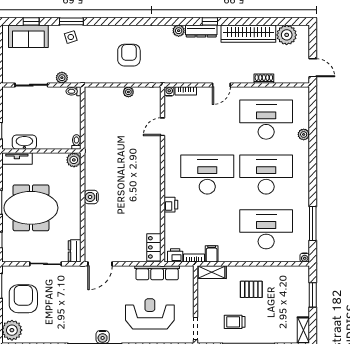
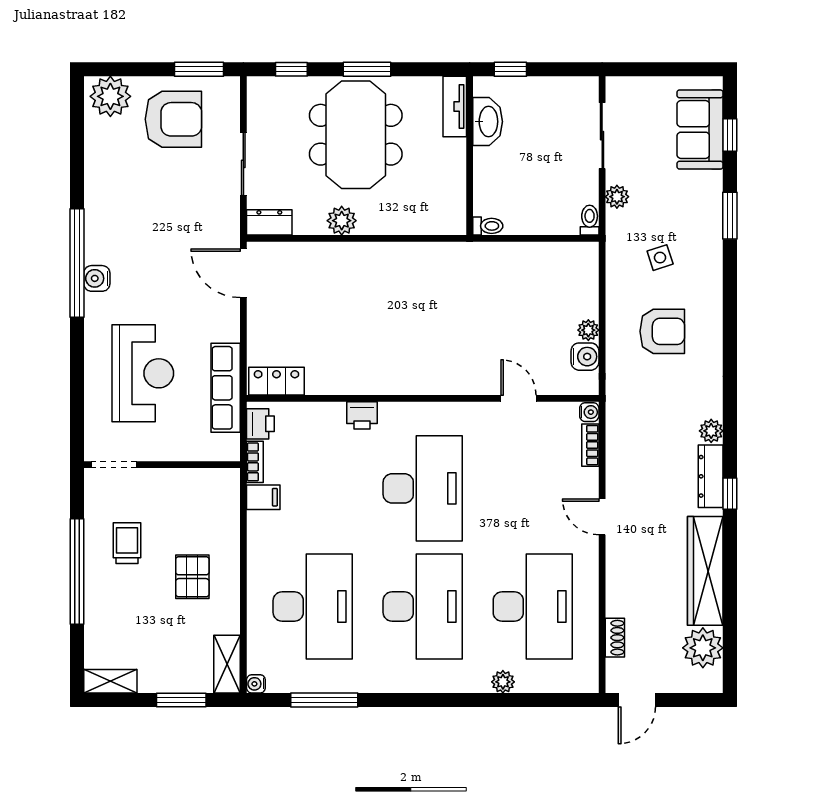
side table: (71, 37) -> (660, 258), moved
shoe rack: (264, 79) -> (615, 638), moved
plant: (74, 160) -> (342, 221), moved
water cooler: (91, 197) -> (585, 357), moved, turned 90
shelving: (212, 272) -> (227, 664), moved

